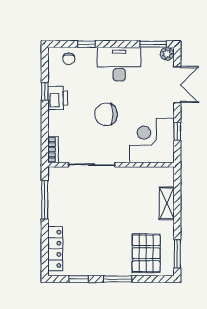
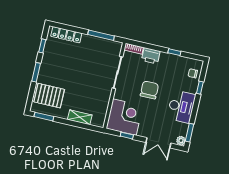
printer: (58, 98) -> (151, 56), moved

